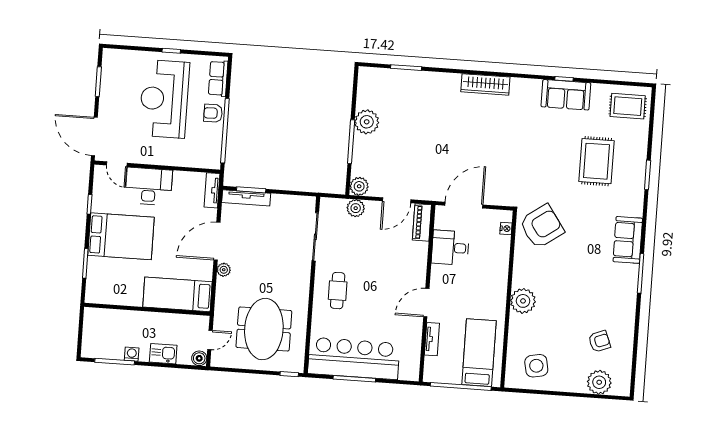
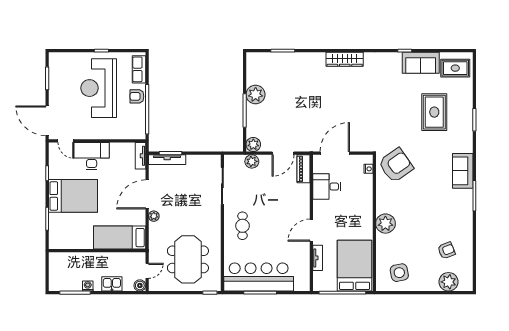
sofa: (566, 95) -> (421, 63), moved
bed: (479, 353) -> (355, 266), width x1.50

